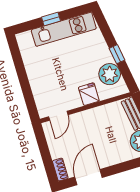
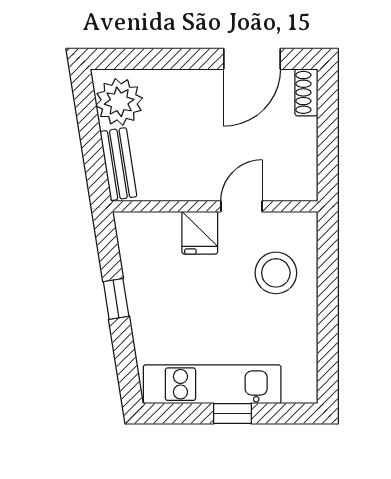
plant: (110, 74) -> (144, 262), removed
stool: (50, 86) -> (276, 273), added
door: (58, 116) -> (241, 206), moved

